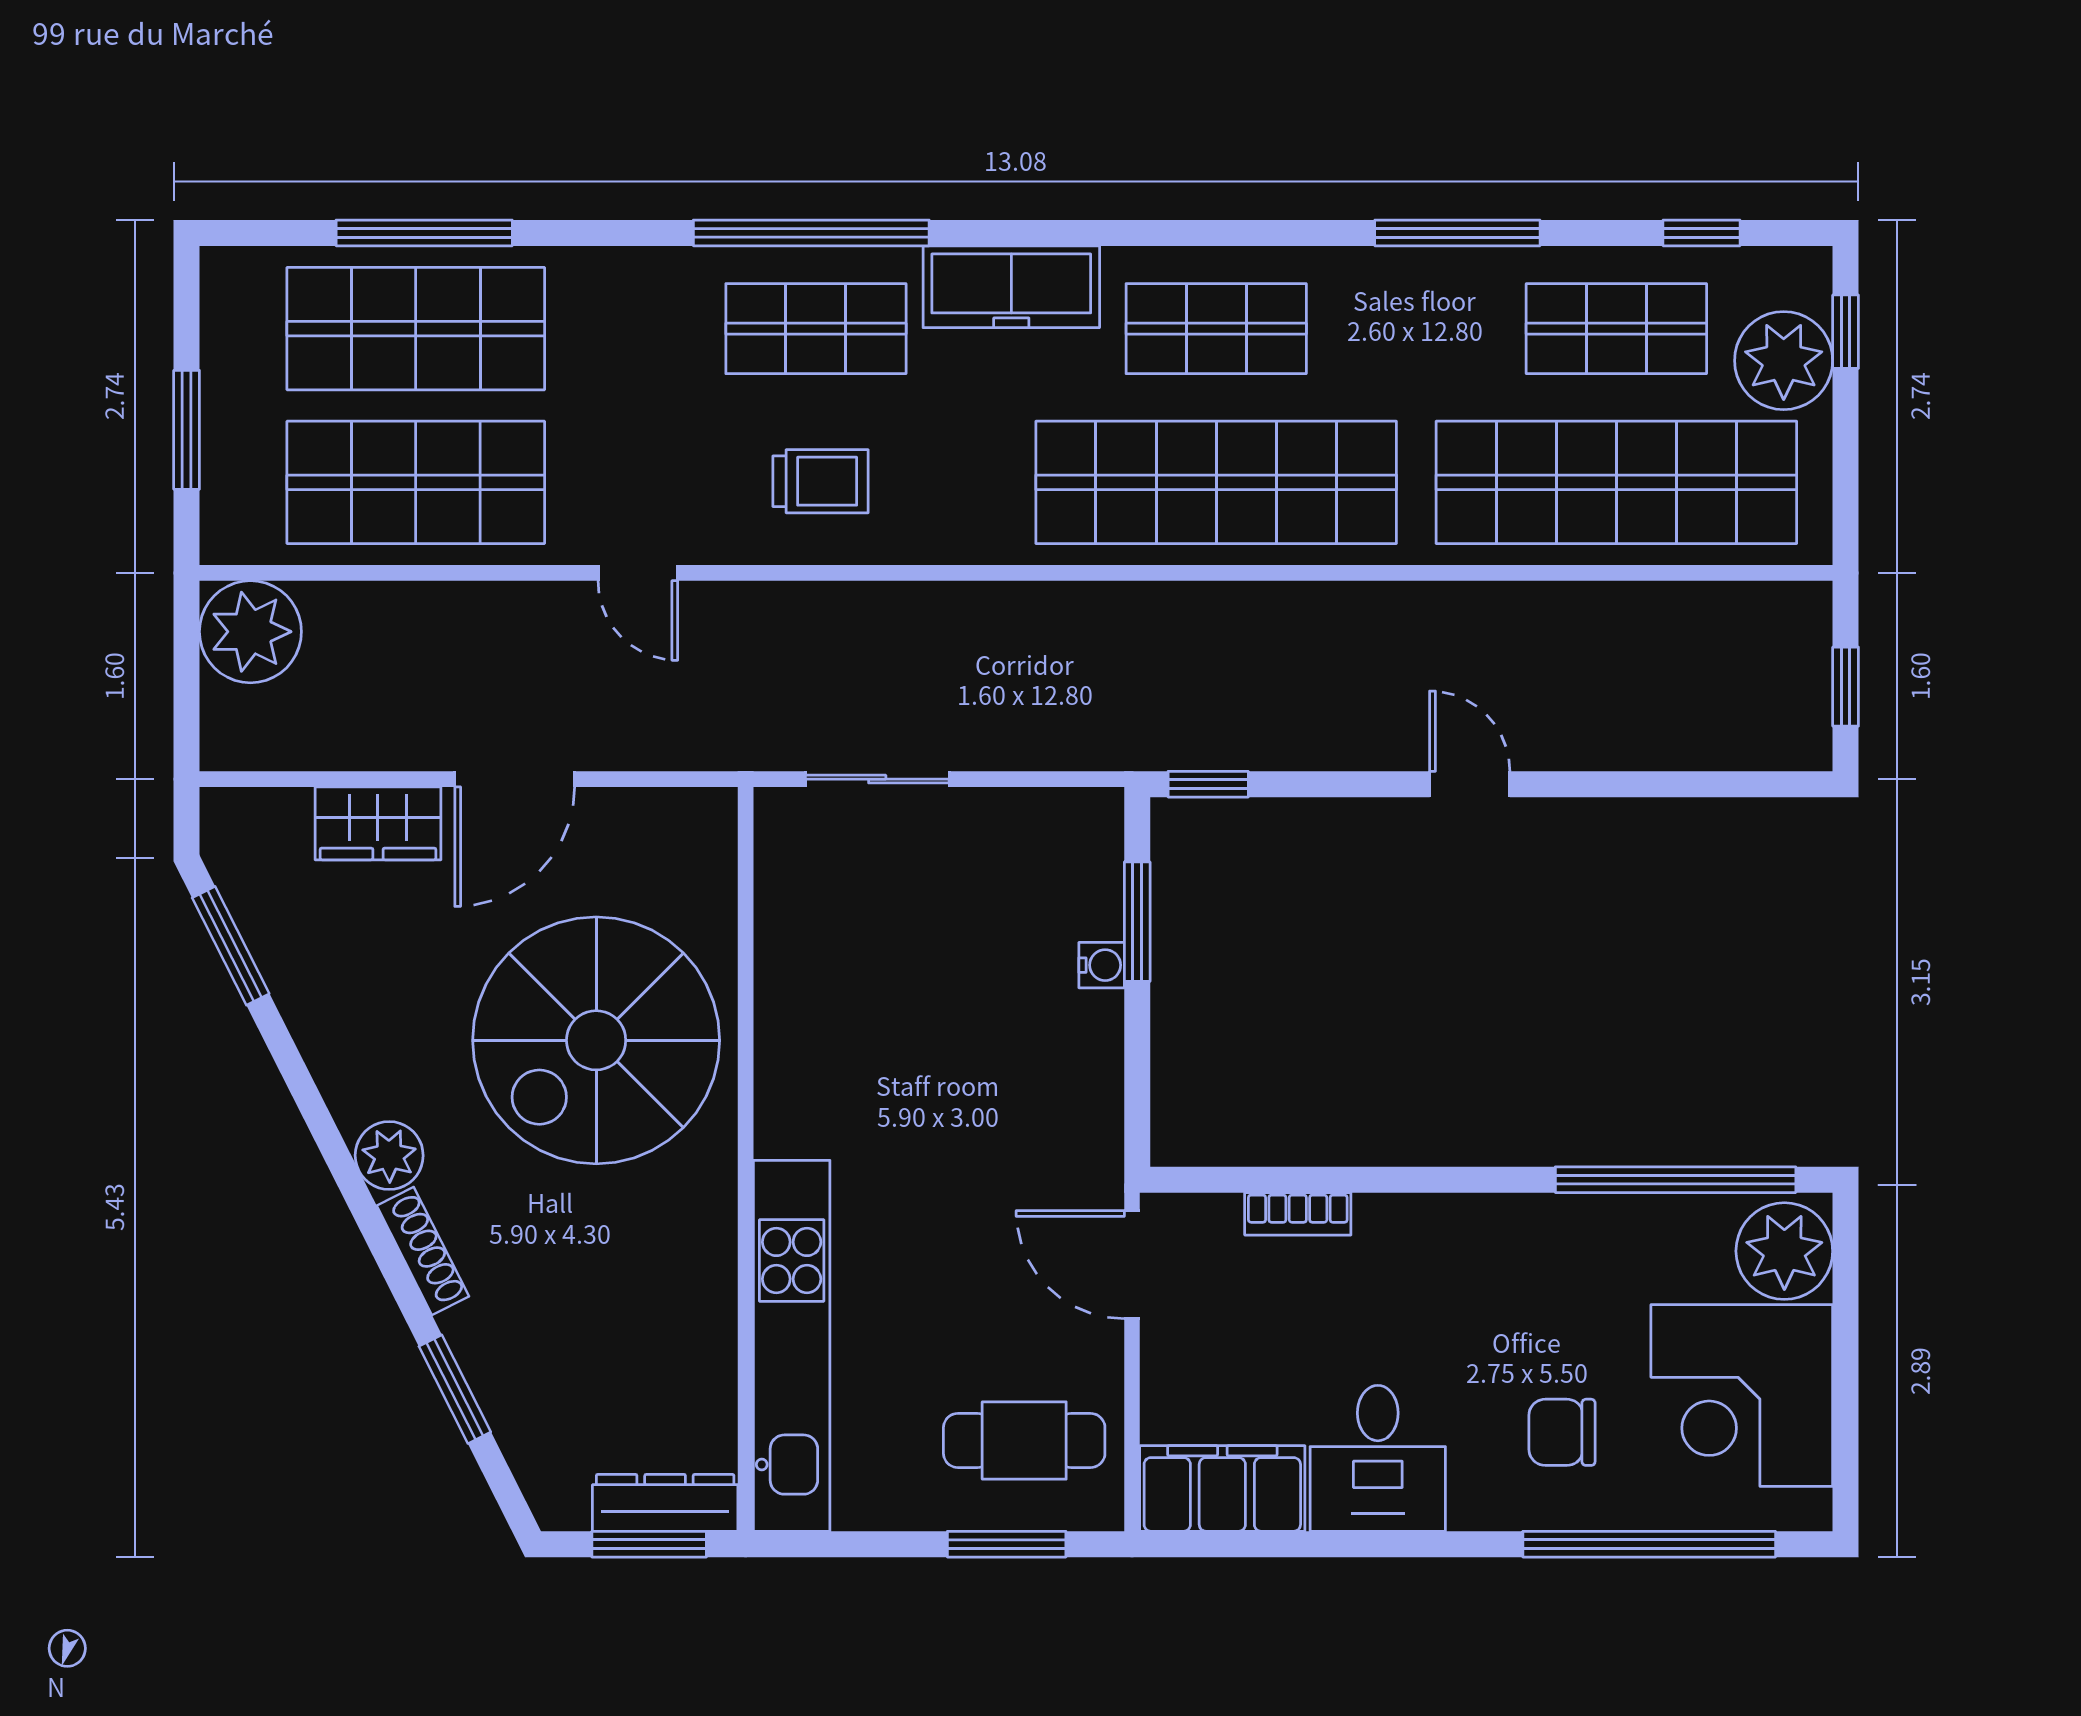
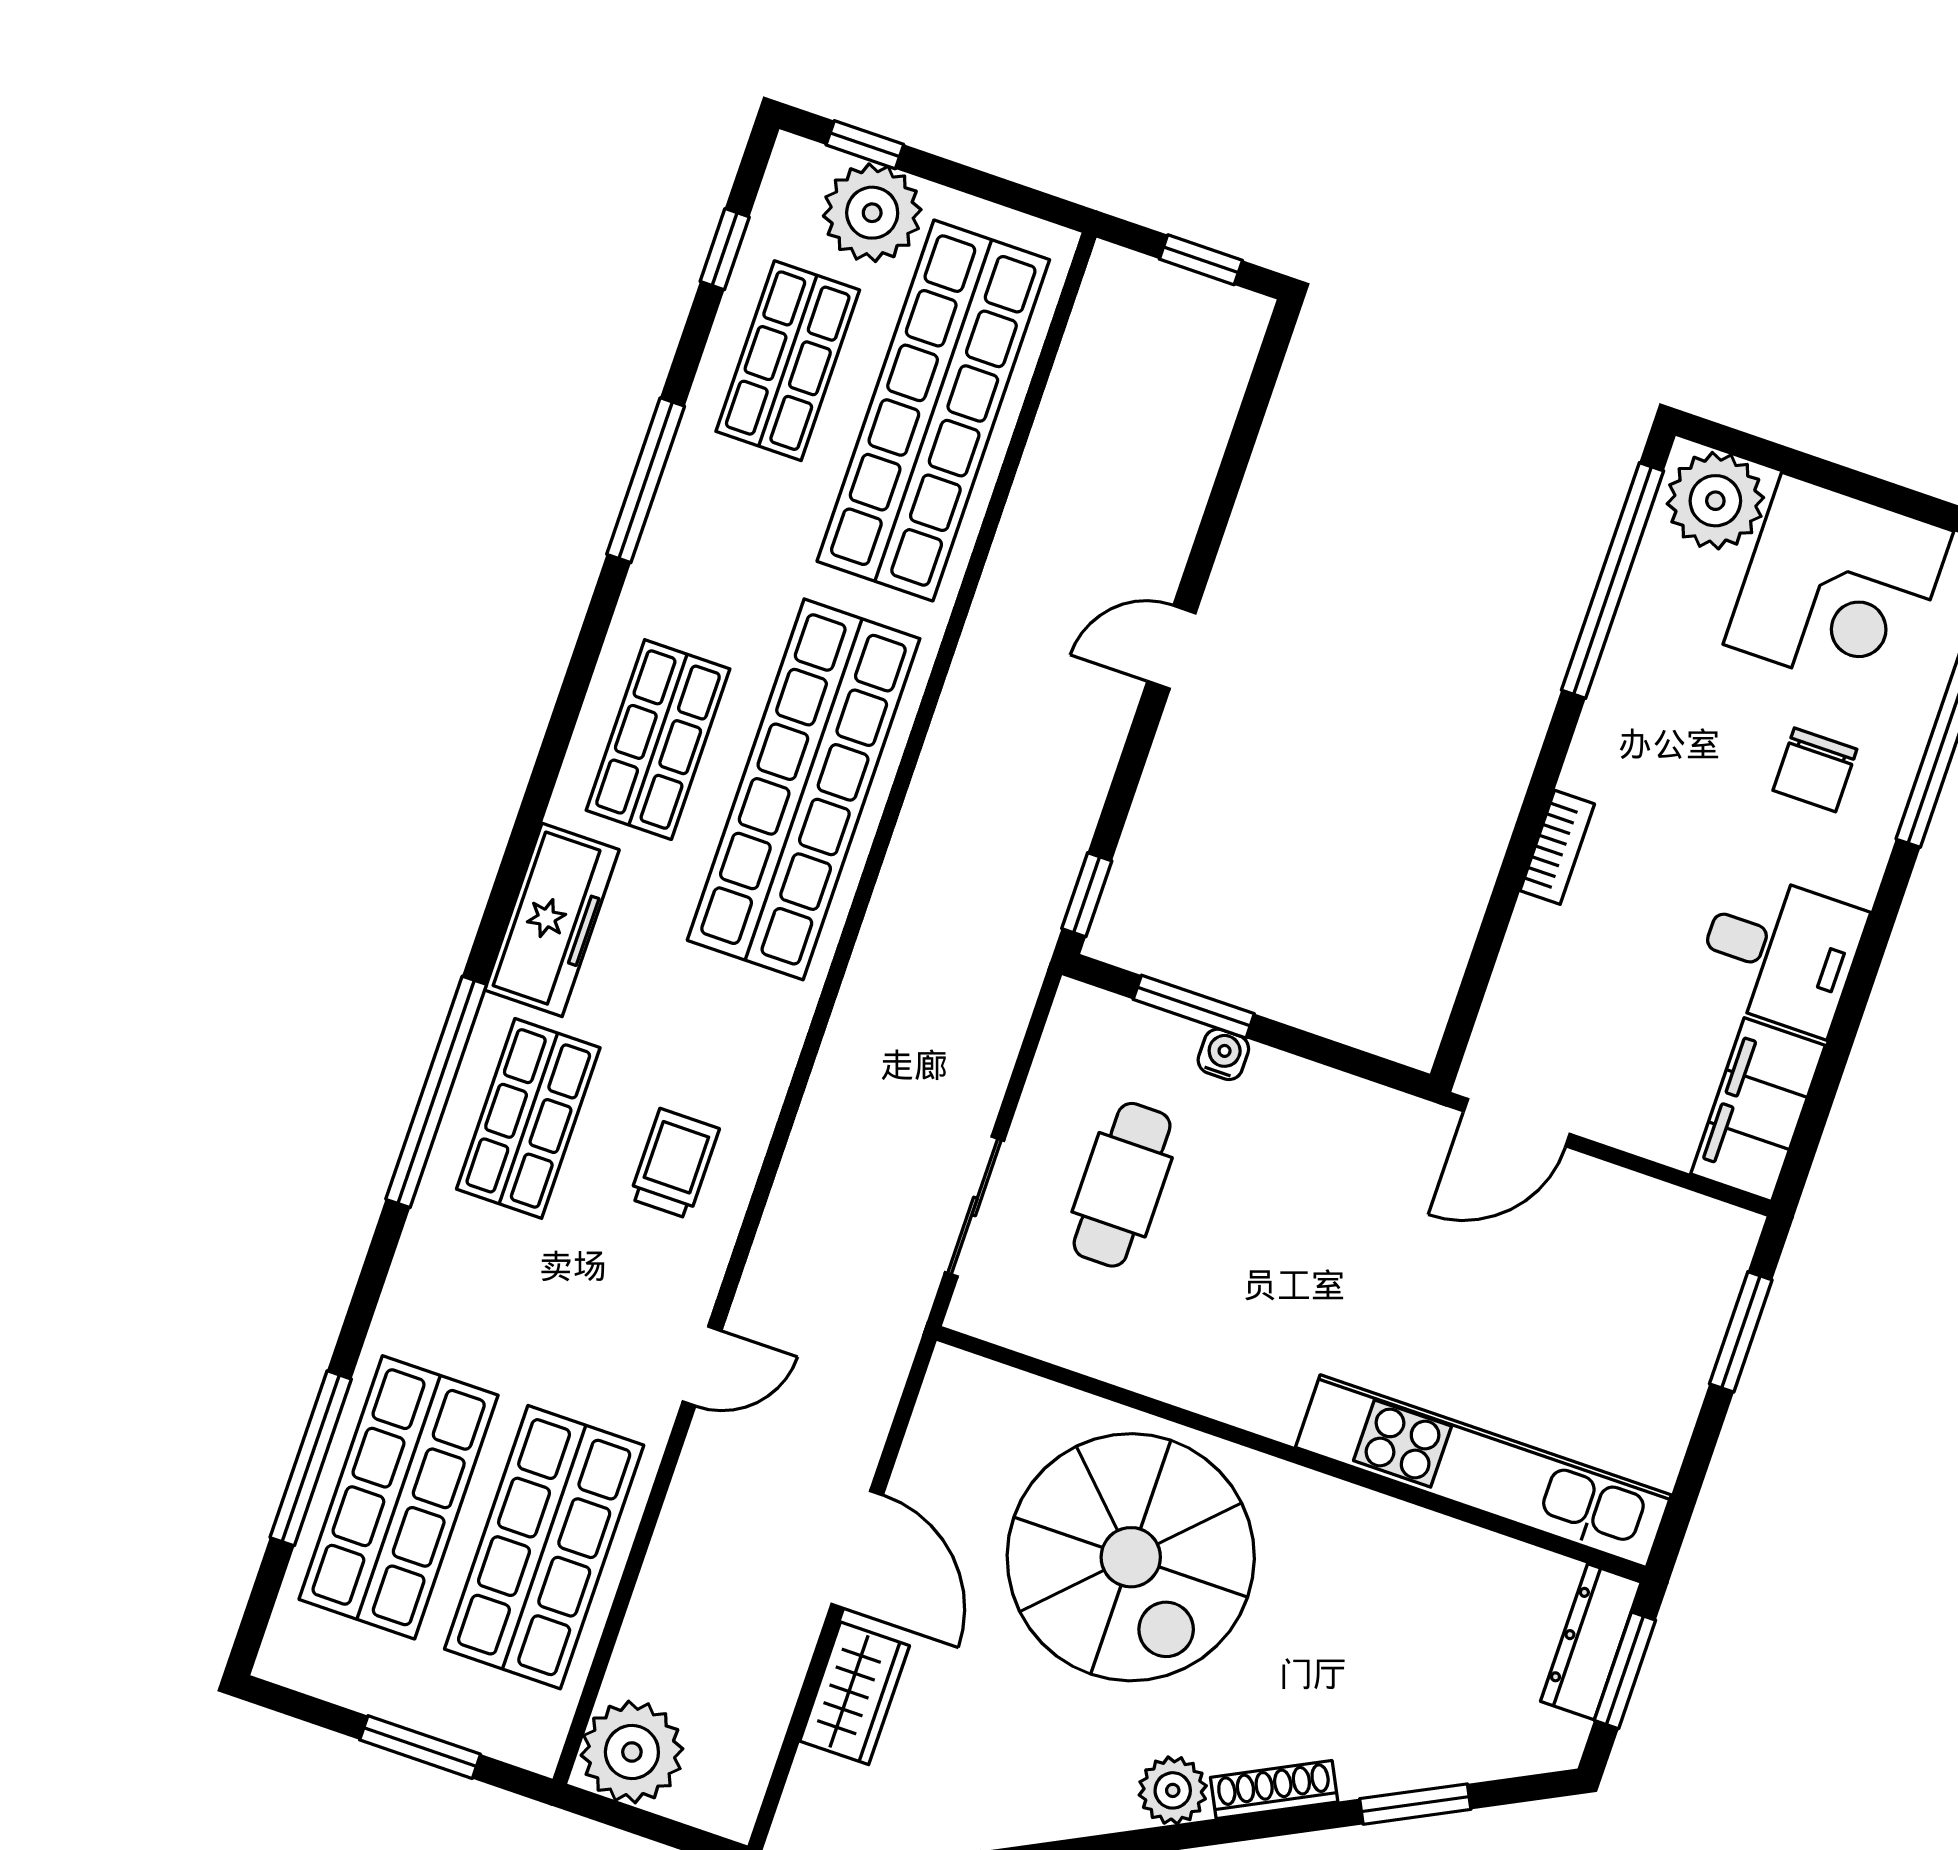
bookcase: (1298, 1214) -> (1557, 847), moved
cafe table: (1024, 1440) -> (1122, 1185), moved

